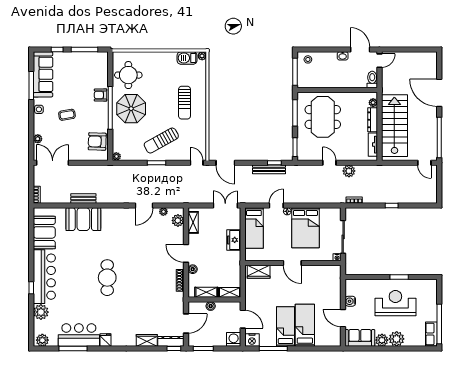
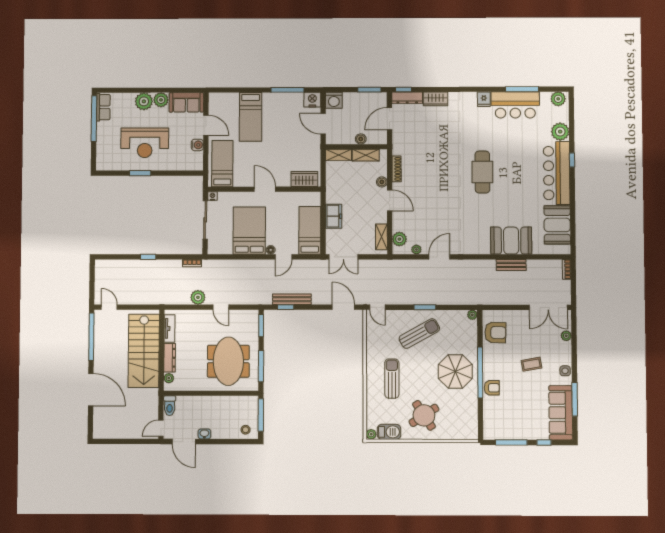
round table: (128, 75) -> (424, 415), moved, turned -33
bed: (286, 327) -> (222, 164), moved, turned 180

